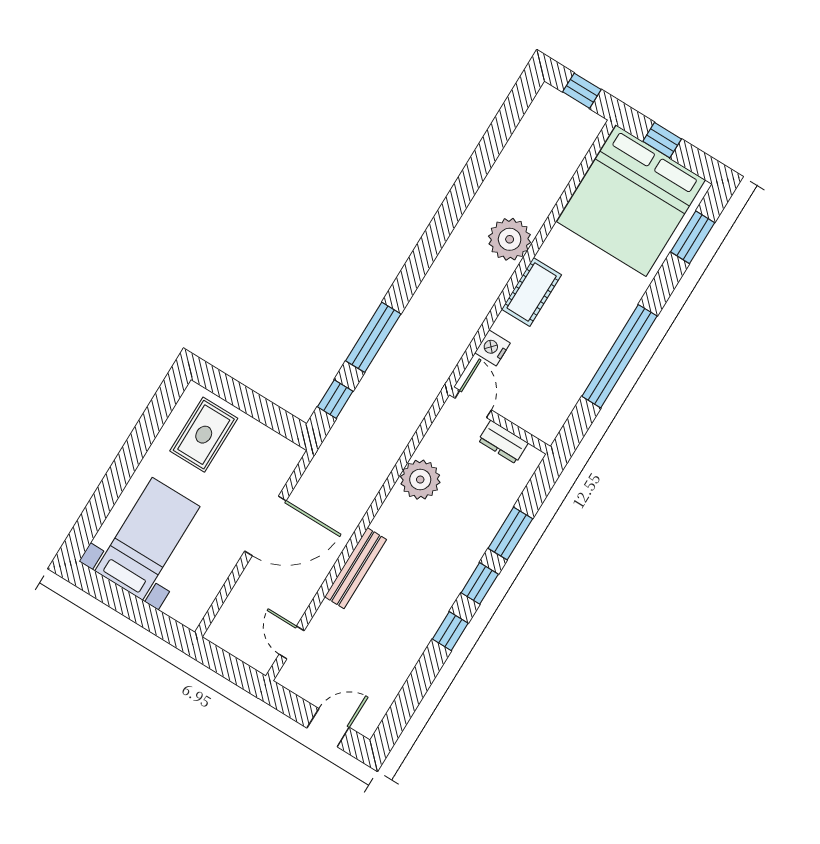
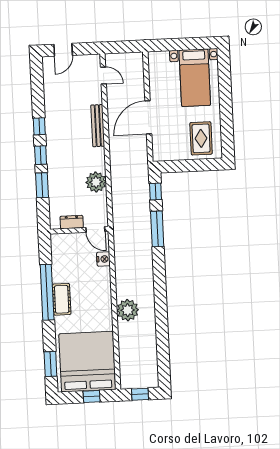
cot: (532, 292) -> (62, 299), moved

